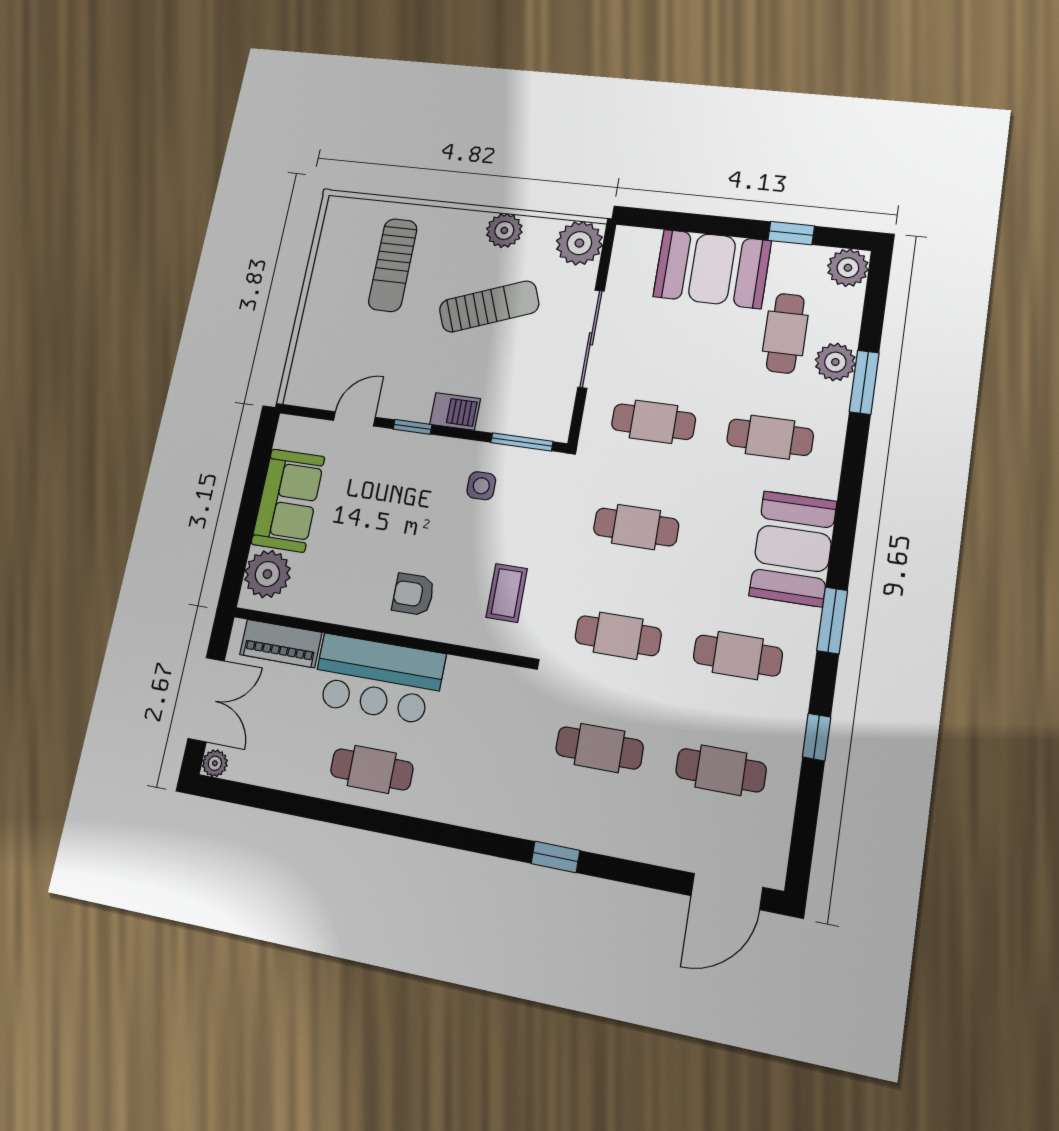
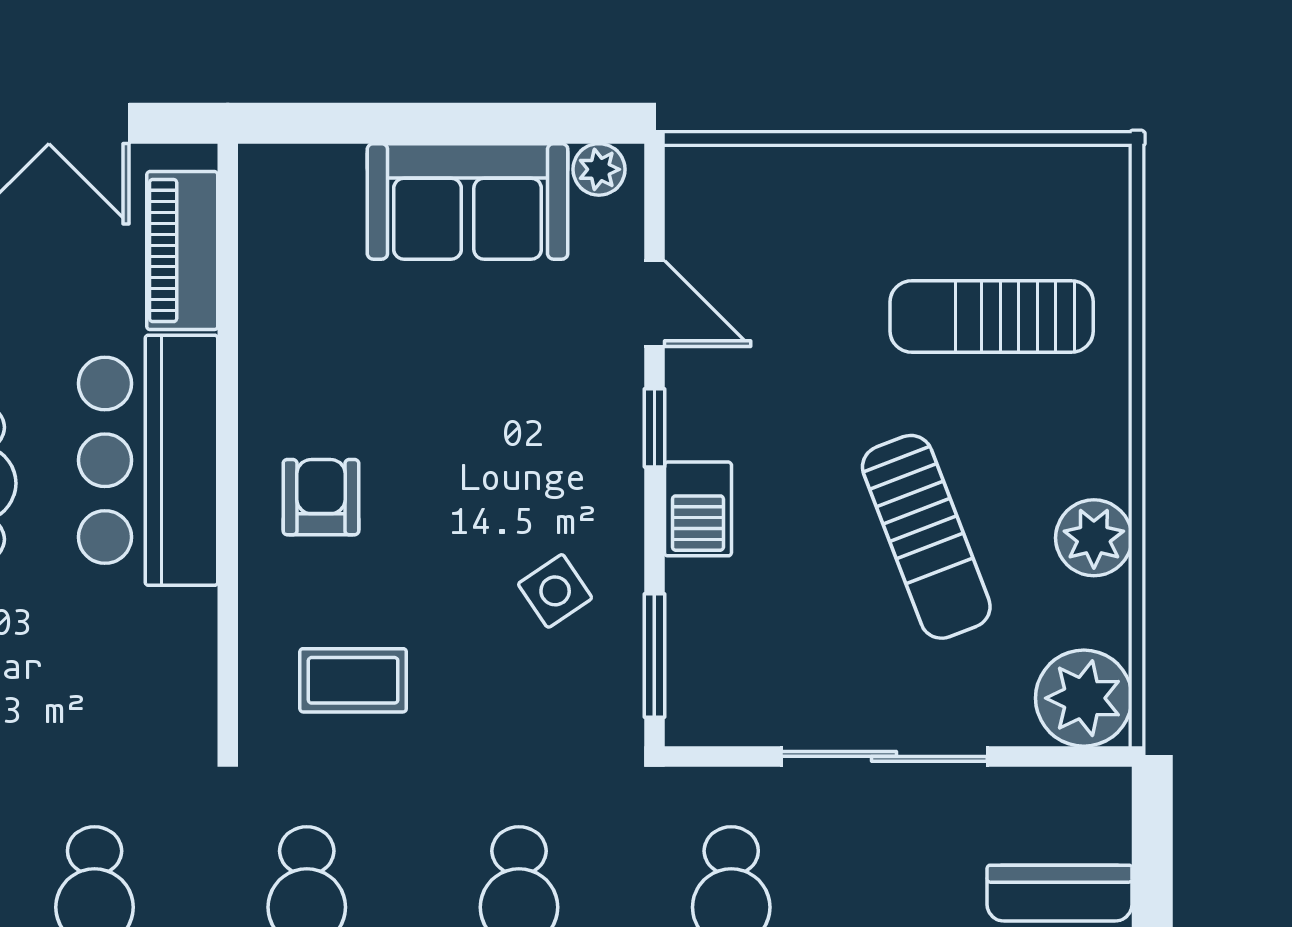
side table: (481, 486) -> (555, 591), turned -34
plant: (267, 574) -> (599, 169), moved, width x0.53, depth x0.53

